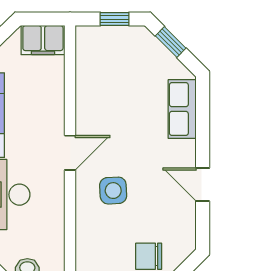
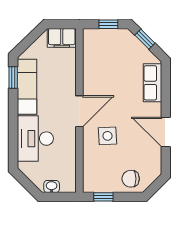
door: (70, 153) -> (79, 111), width x1.38
door: (203, 185) -> (166, 132), width x1.38

